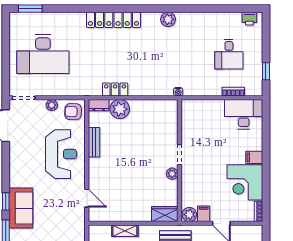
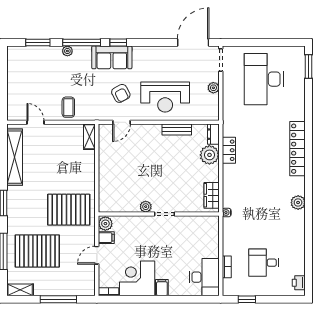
armchair: (73, 112) -> (121, 93), moved, turned 150
wardrobe: (165, 214) -> (212, 195), moved, turned 180
shelving: (125, 231) -> (89, 137), moved

